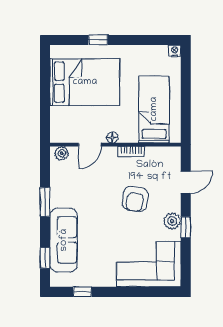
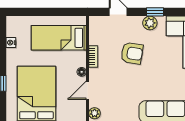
nightstand: (175, 51) -> (11, 43), moved
door: (90, 145) -> (88, 90), swing flipped

